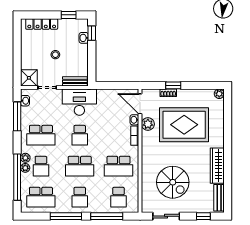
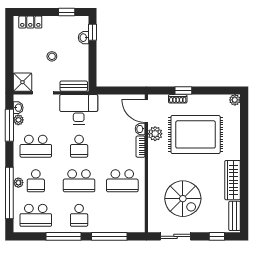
locker: (42, 24) -> (30, 22), width x0.66
plant: (25, 158) -> (18, 120), moved
school desk: (118, 197) -> (122, 215), removed

